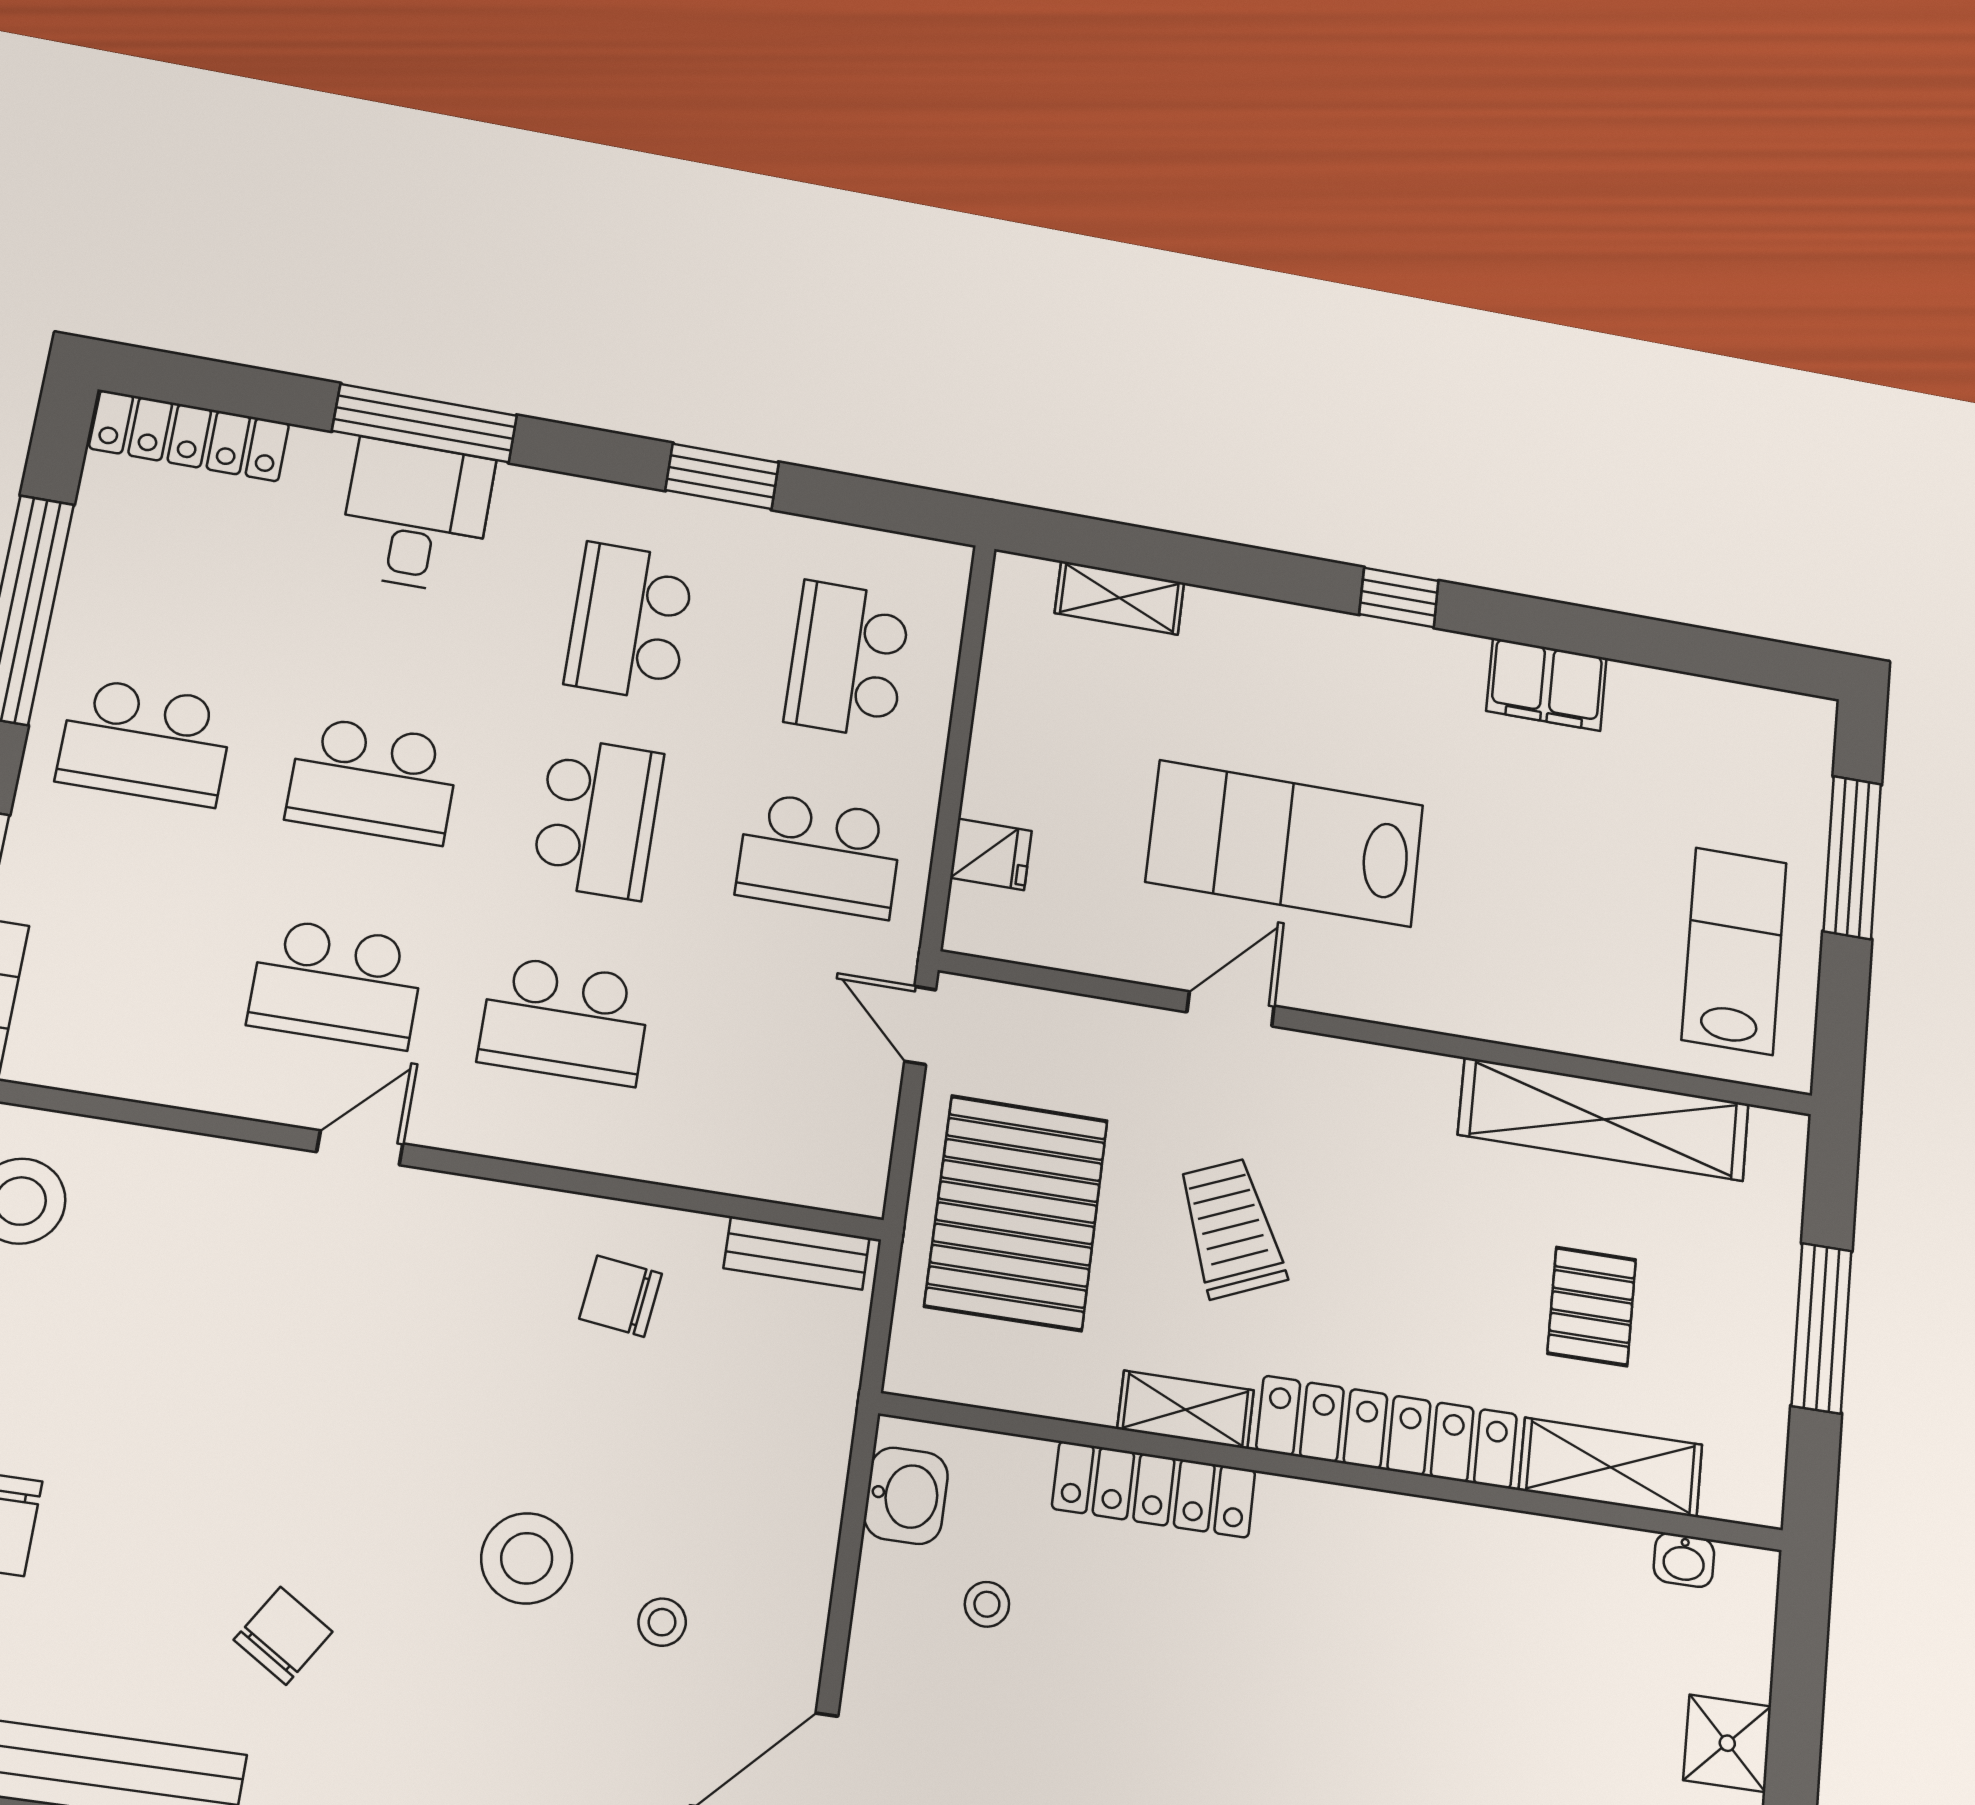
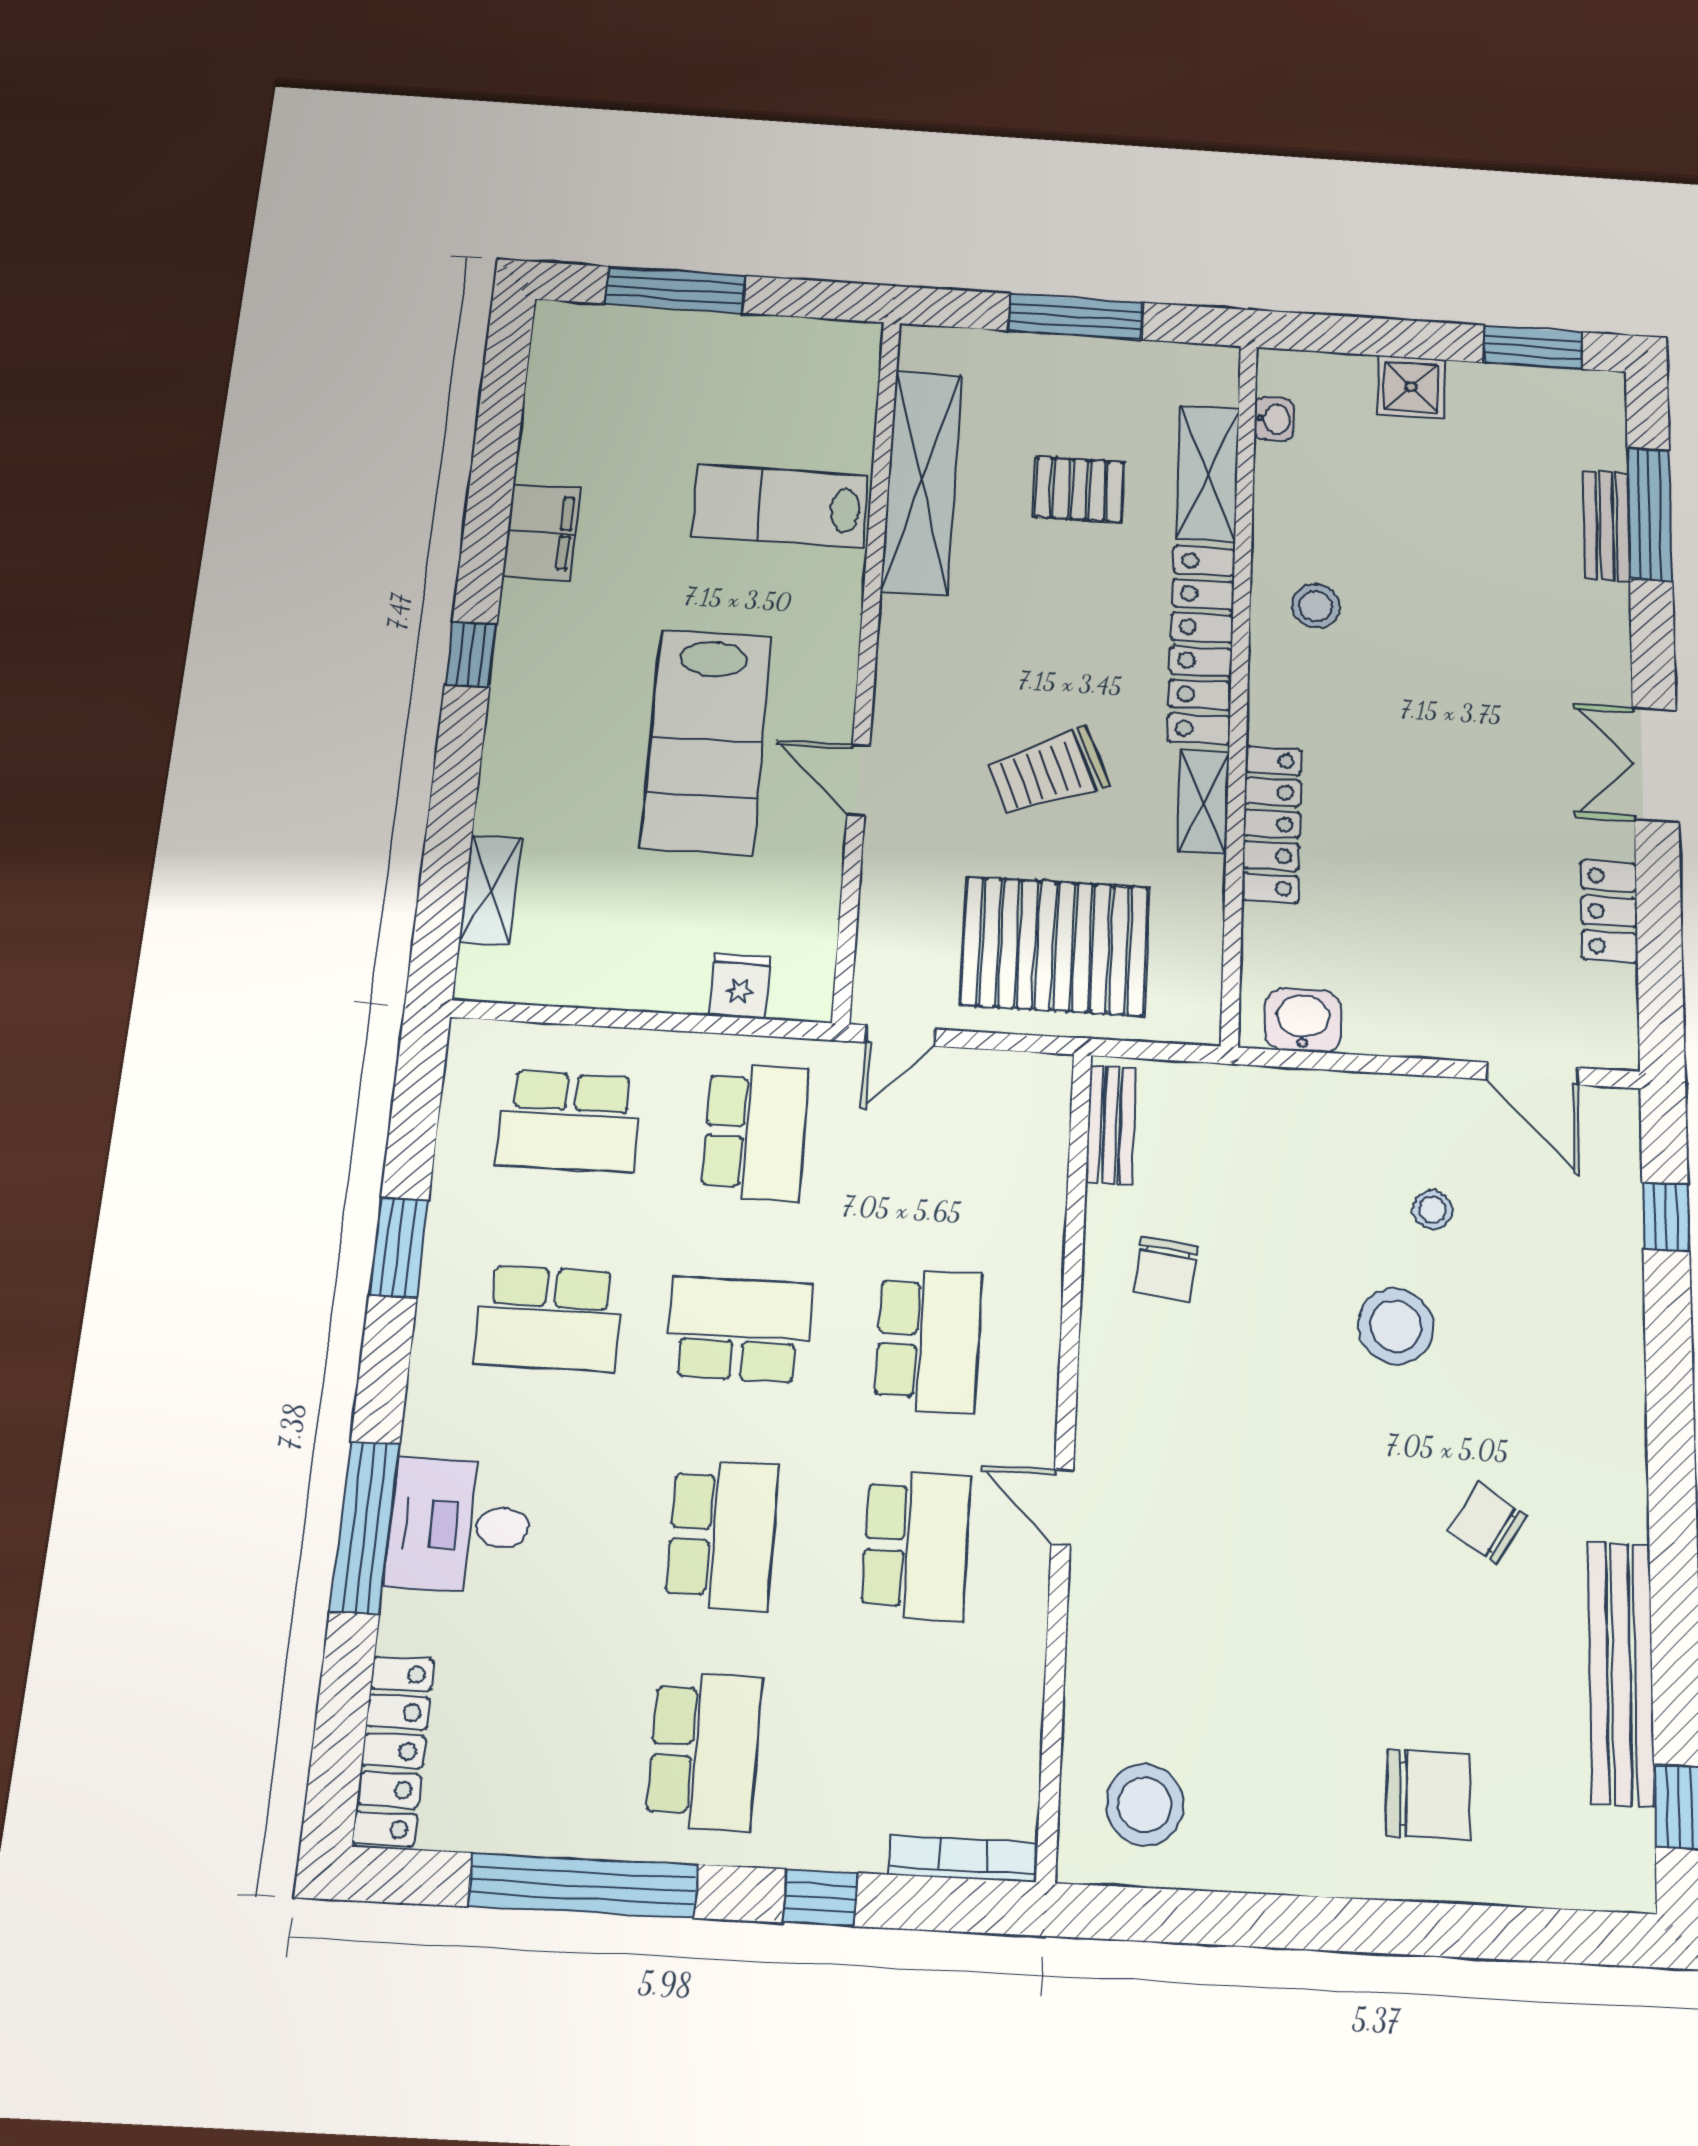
lab bench: (1734, 951) -> (780, 506), moved
stool: (987, 1604) -> (1316, 606), moved, width x1.37, depth x1.37

